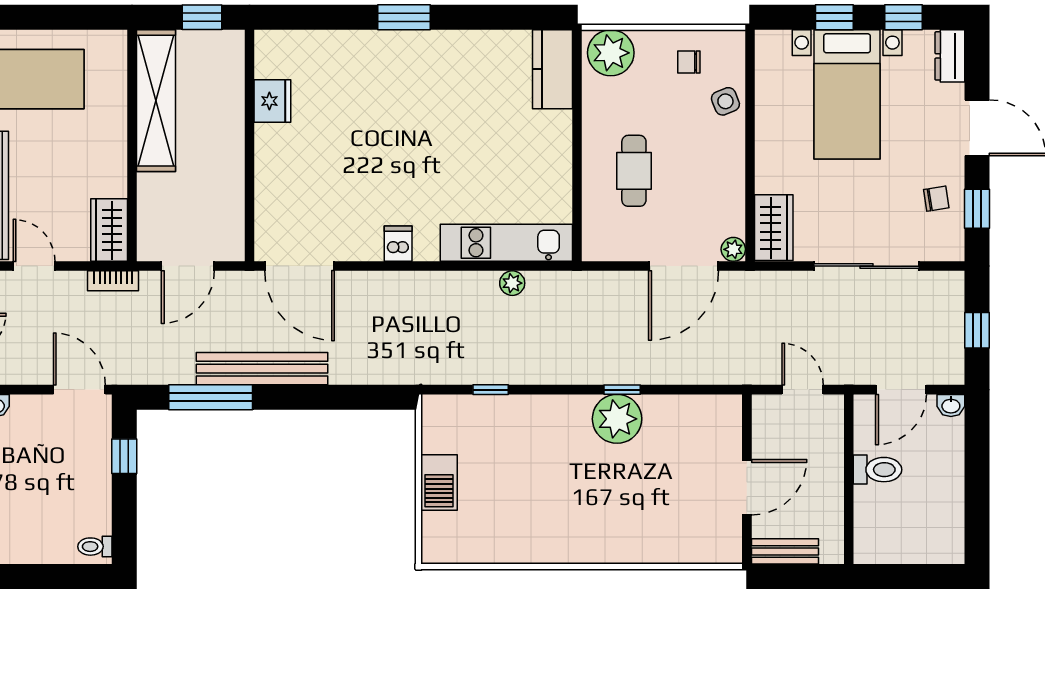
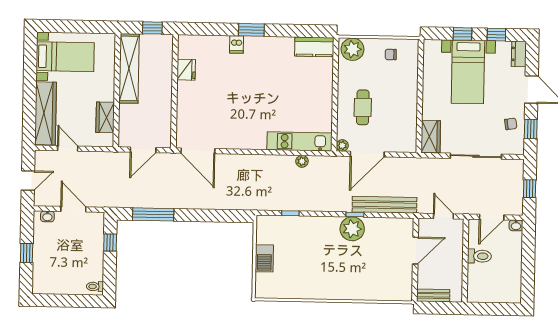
kitchen counter: (553, 69) -> (314, 47), moved, turned -90
side table: (725, 101) -> (408, 74), removed
wardrobe: (109, 230) -> (105, 117), moved
dishwasher: (398, 244) -> (236, 44), moved, turned 180
plant: (733, 249) -> (342, 145), moved
door: (684, 266) -> (367, 154), moved
bookcase: (113, 281) -> (106, 156), removed
bench: (262, 369) -> (384, 205), moved
door: (79, 390) -> (73, 209), moved
door: (747, 487) -> (415, 251), moved

